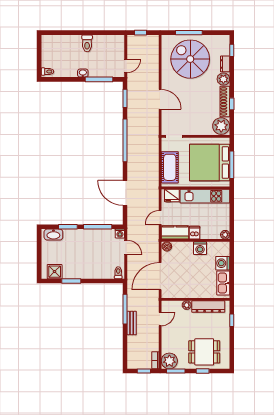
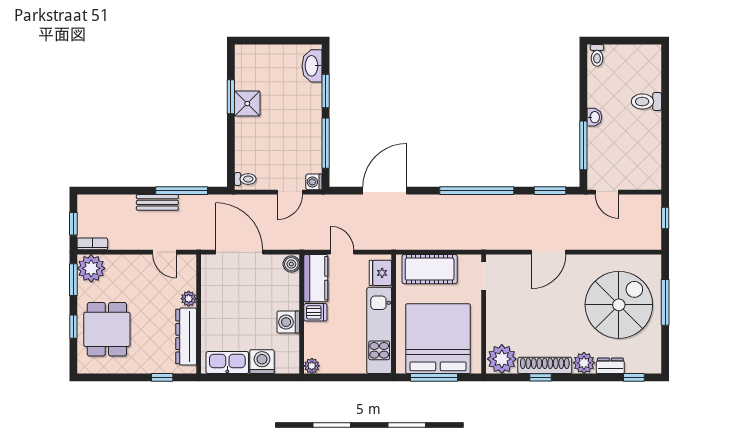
toilet: (87, 43) -> (646, 101), moved
shower: (55, 272) -> (247, 104), moved

